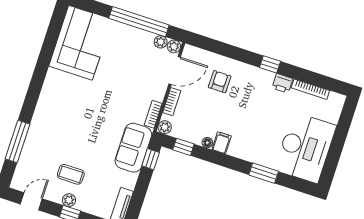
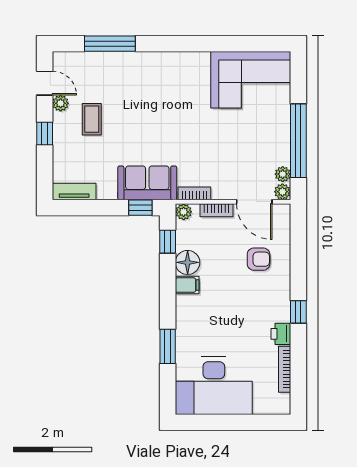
floor lamp: (207, 143) -> (188, 262), width x1.89, depth x1.89
plant: (69, 200) -> (61, 103), moved

